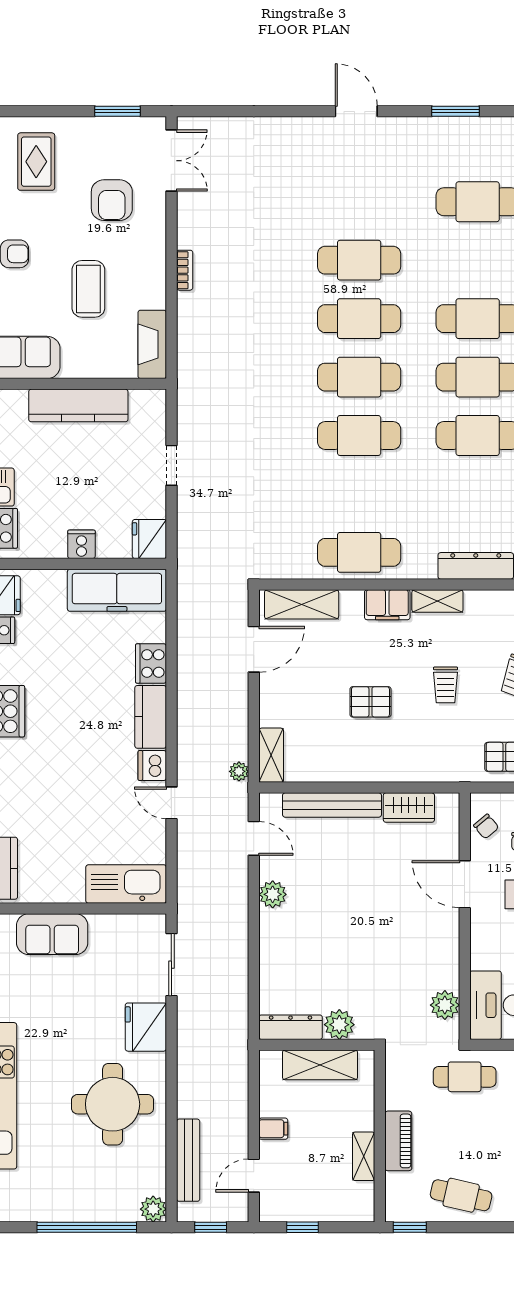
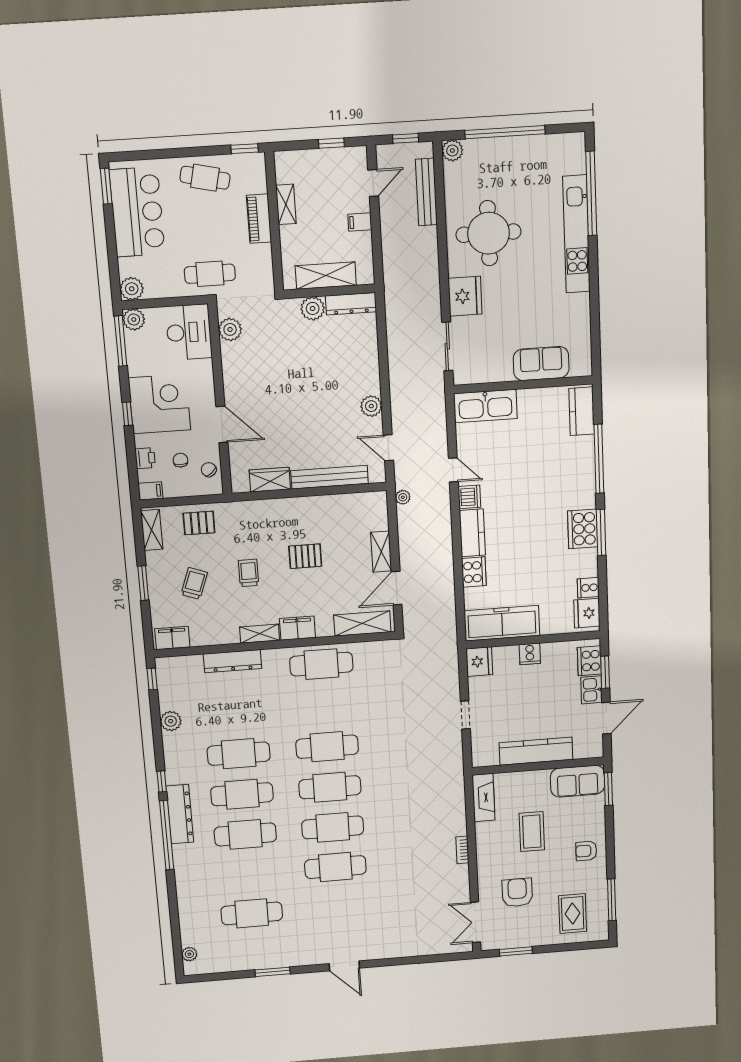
shelving: (271, 755) -> (381, 552), moved

